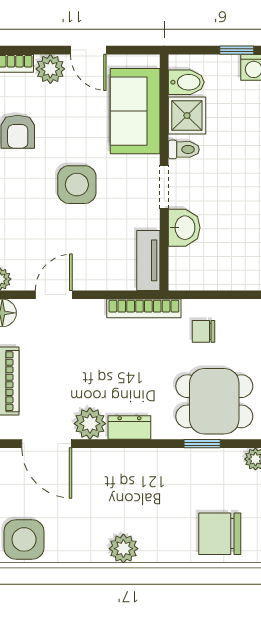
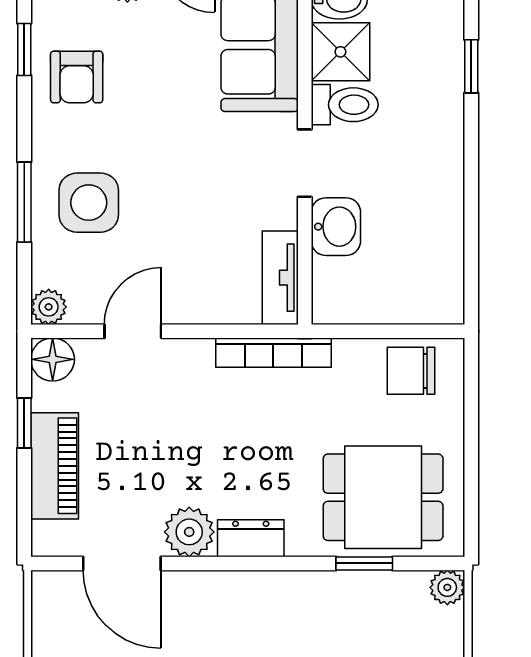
toilet: (184, 149) -> (345, 105), width x1.37, depth x1.39
side table: (77, 185) -> (89, 203), moved
chair: (204, 331) -> (411, 371), moved, width x1.37, depth x1.37

